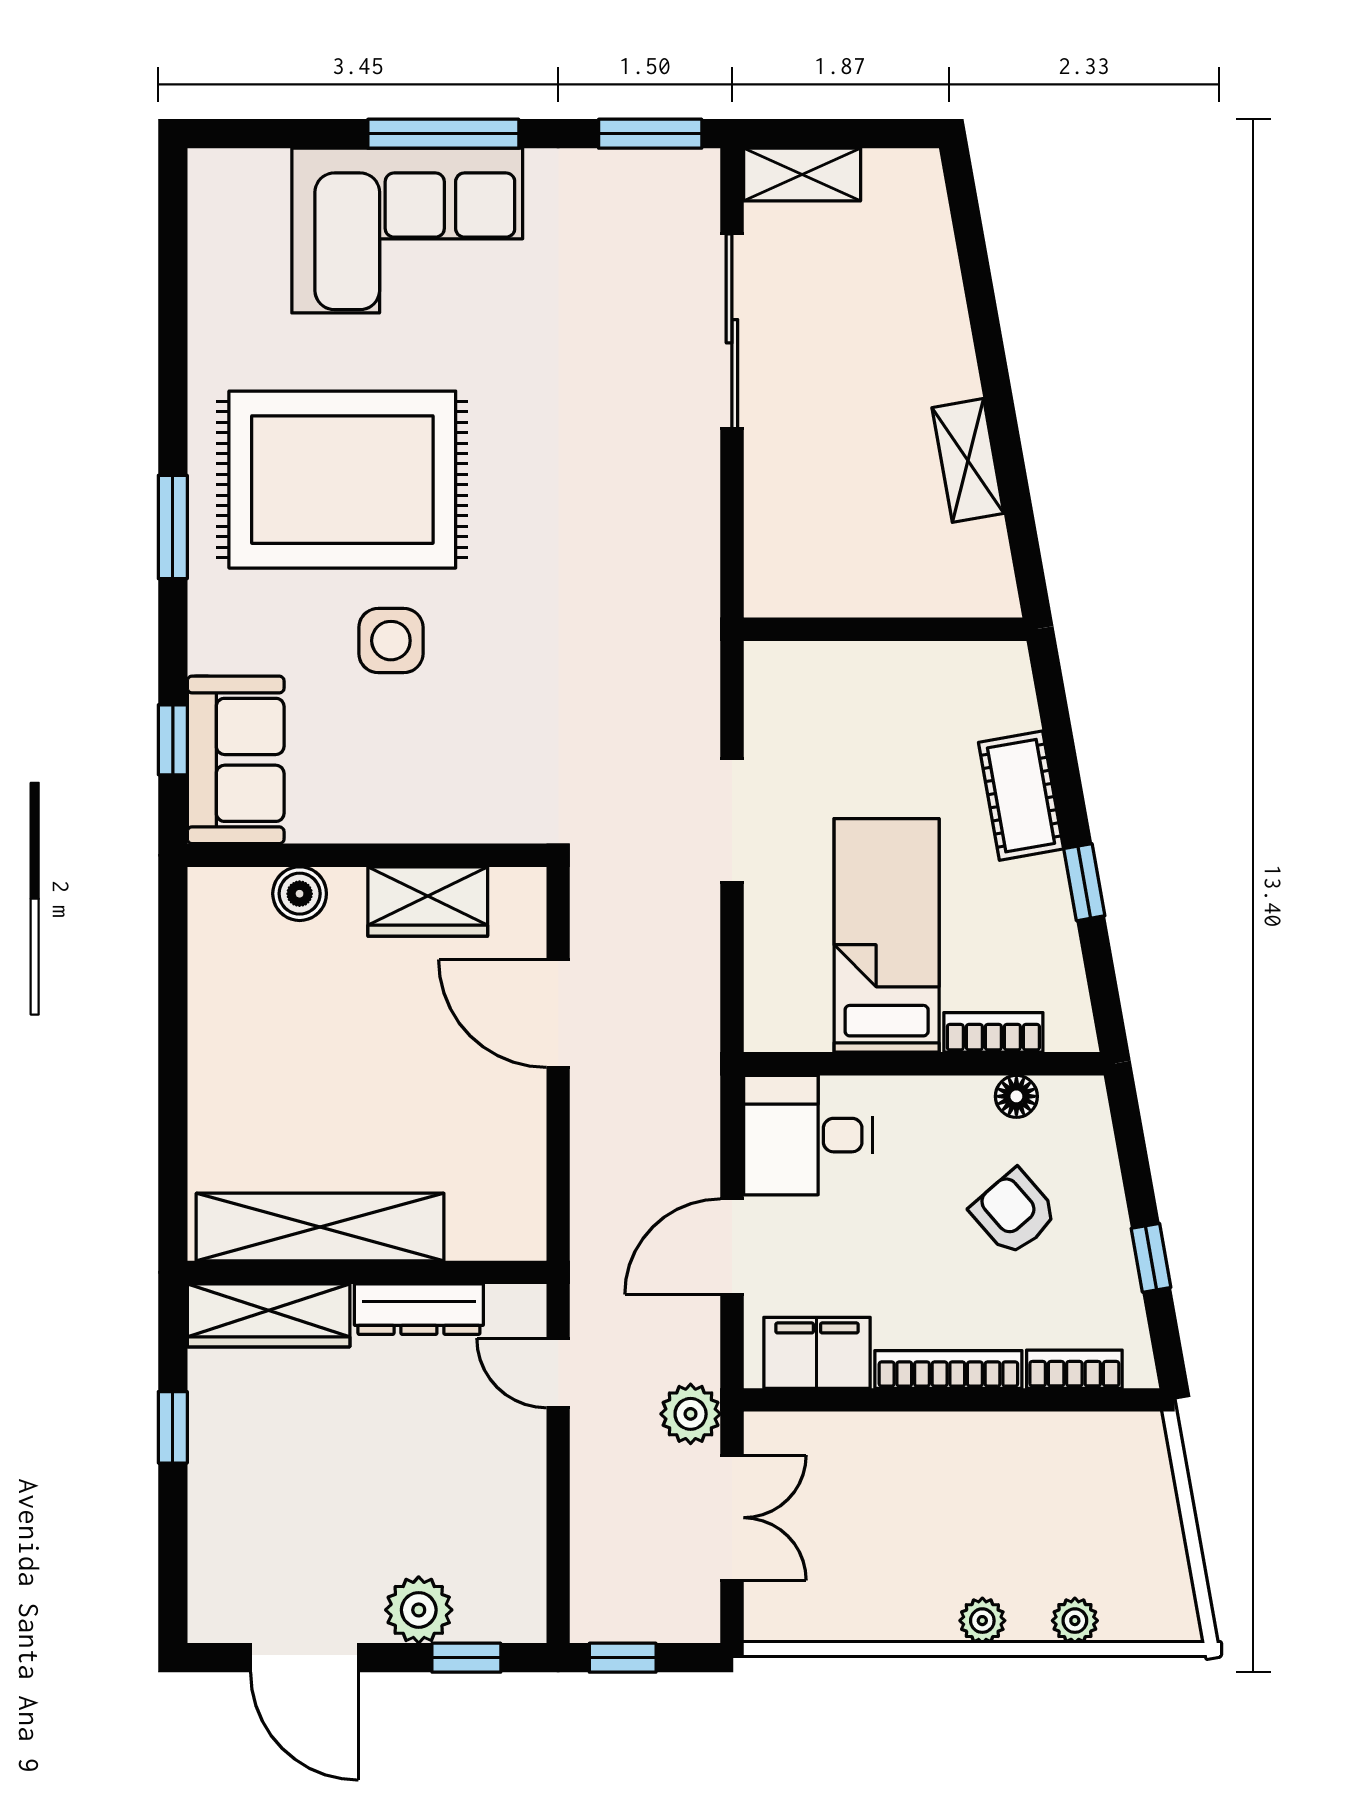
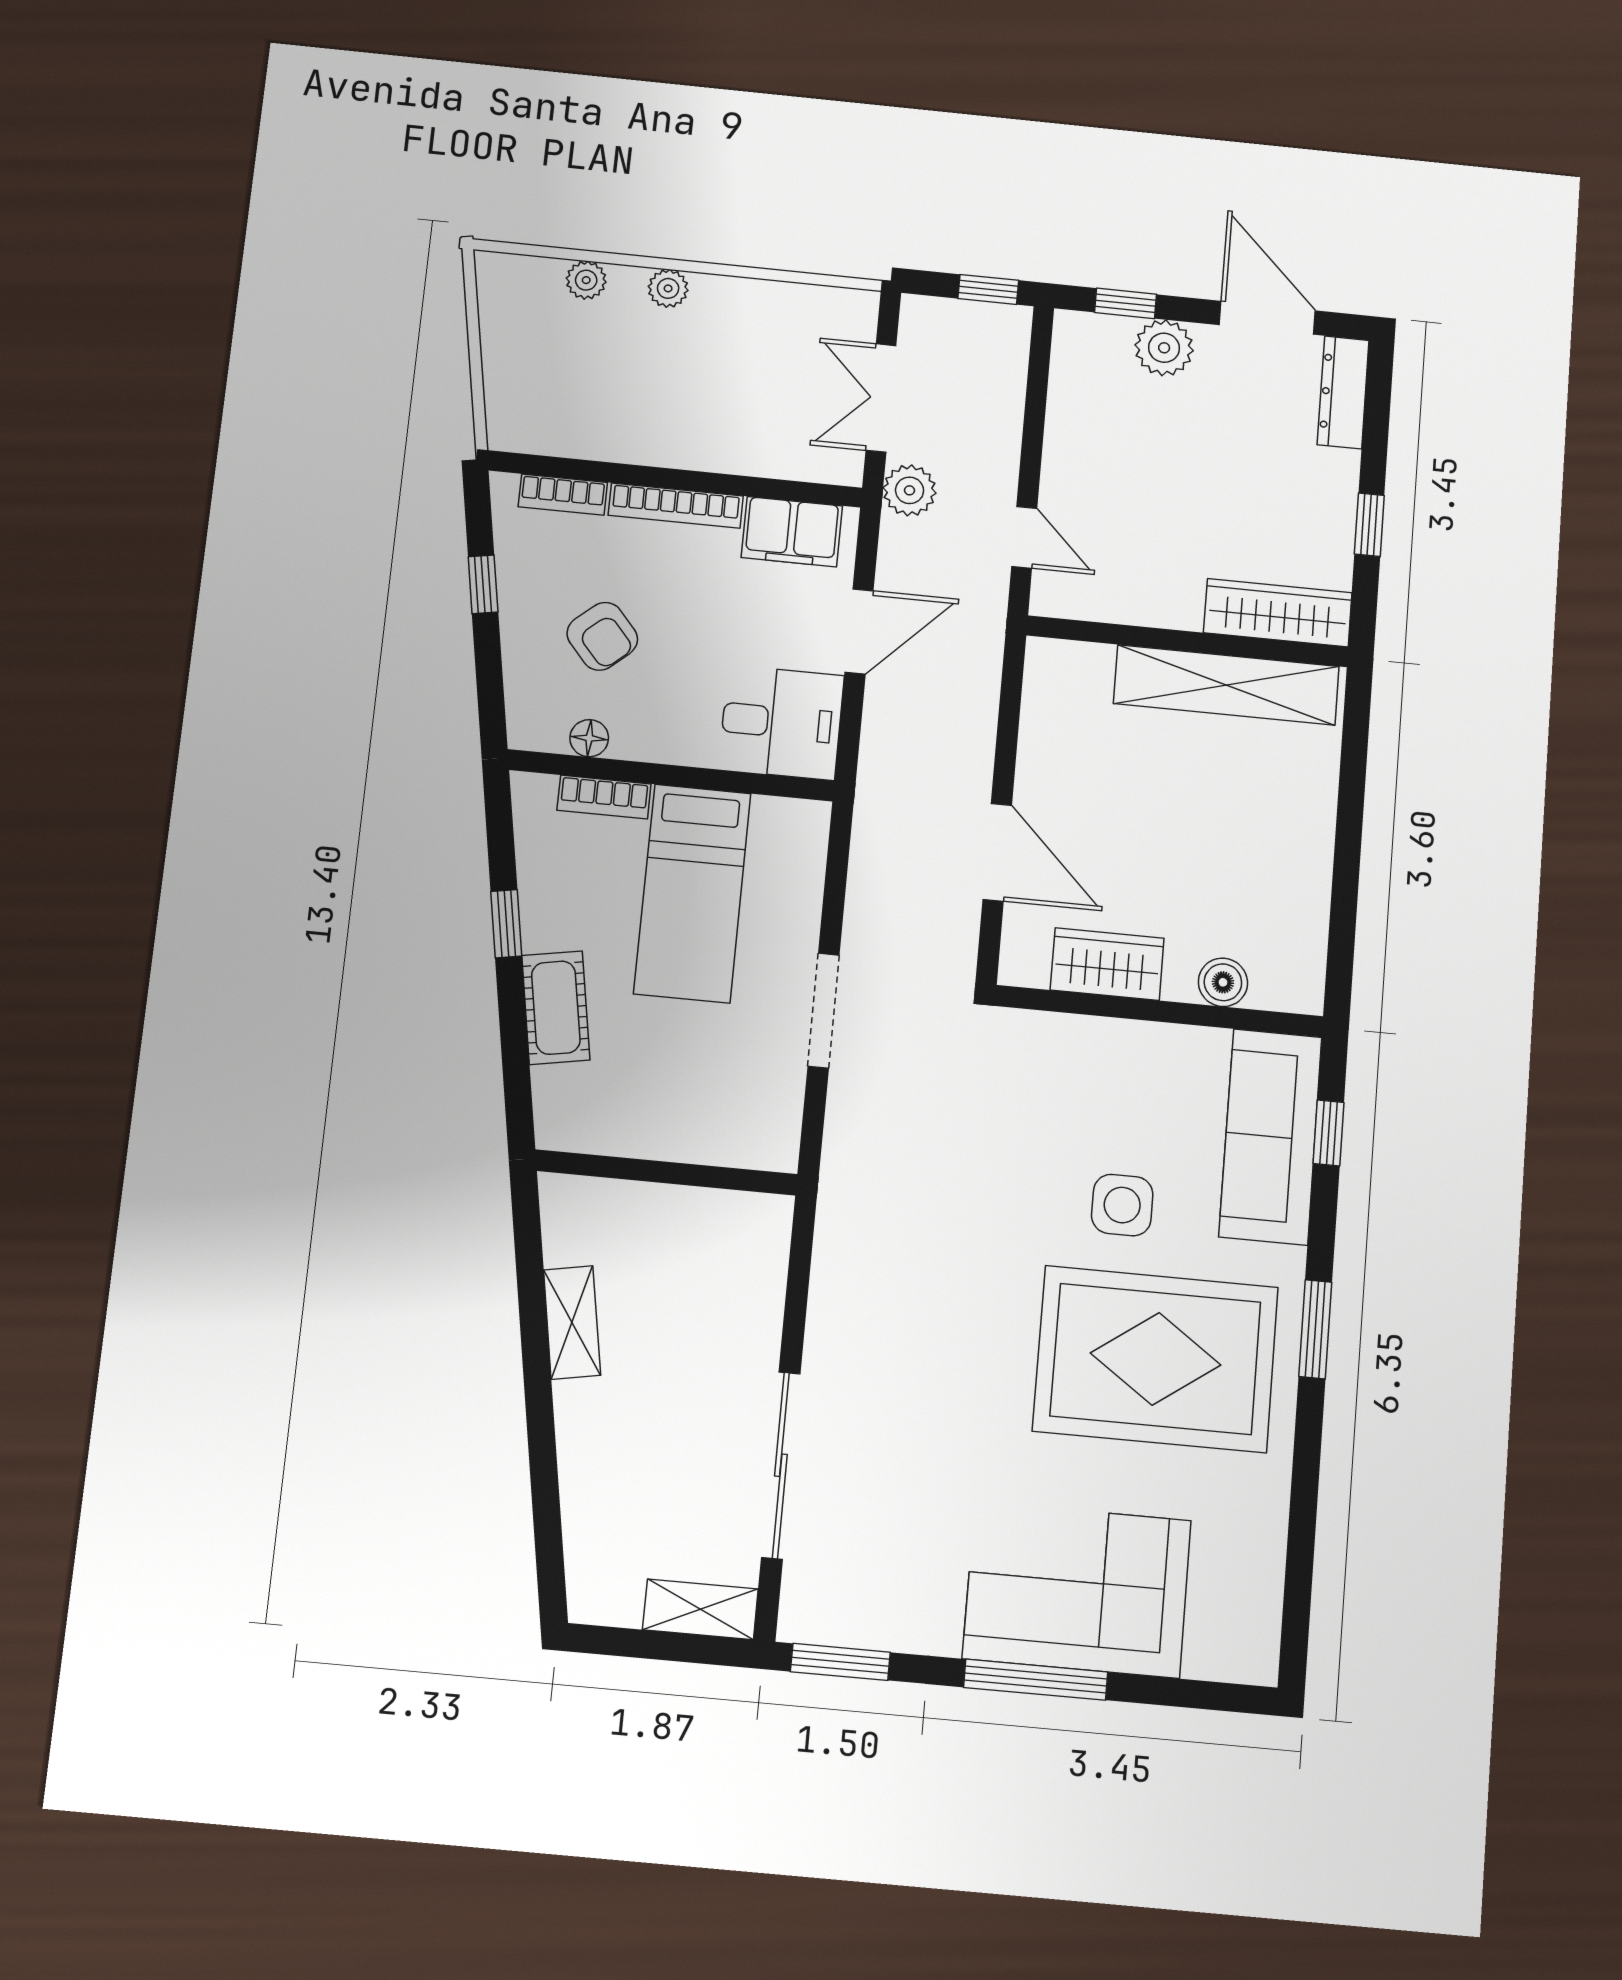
sofa: (236, 760) -> (1270, 1137), width x1.36
dresser: (419, 1309) -> (1343, 392), moved, turned -90

